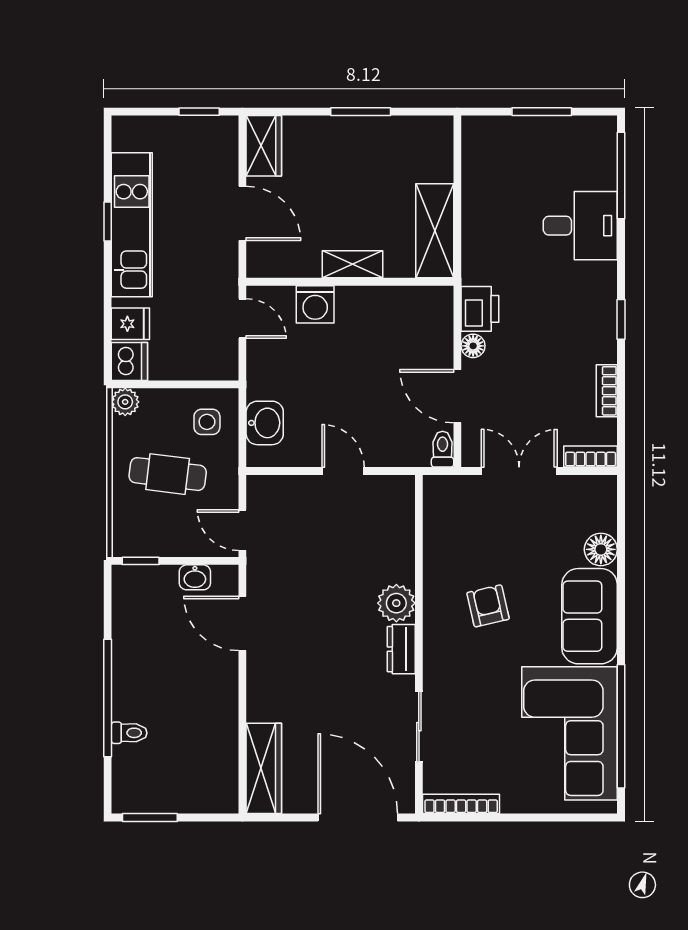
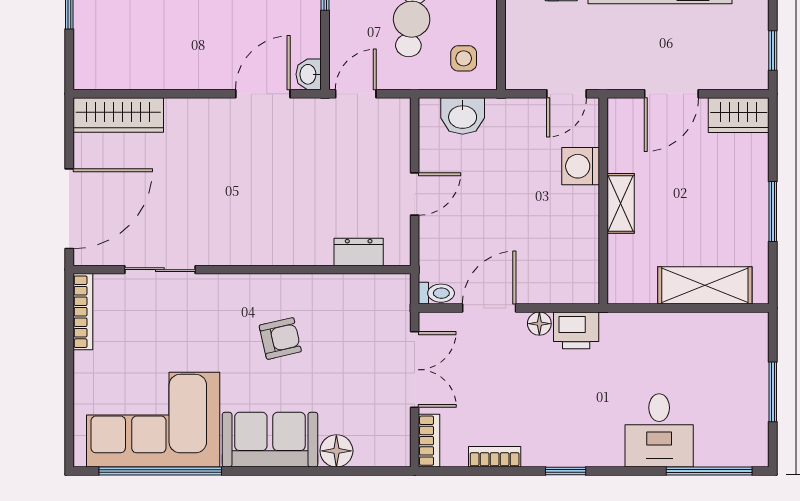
shelving: (435, 231) -> (705, 285), moved
washbasin: (195, 577) -> (309, 74), moved
plant: (396, 603) -> (283, 247), removed
dresser: (401, 649) -> (359, 252), moved

